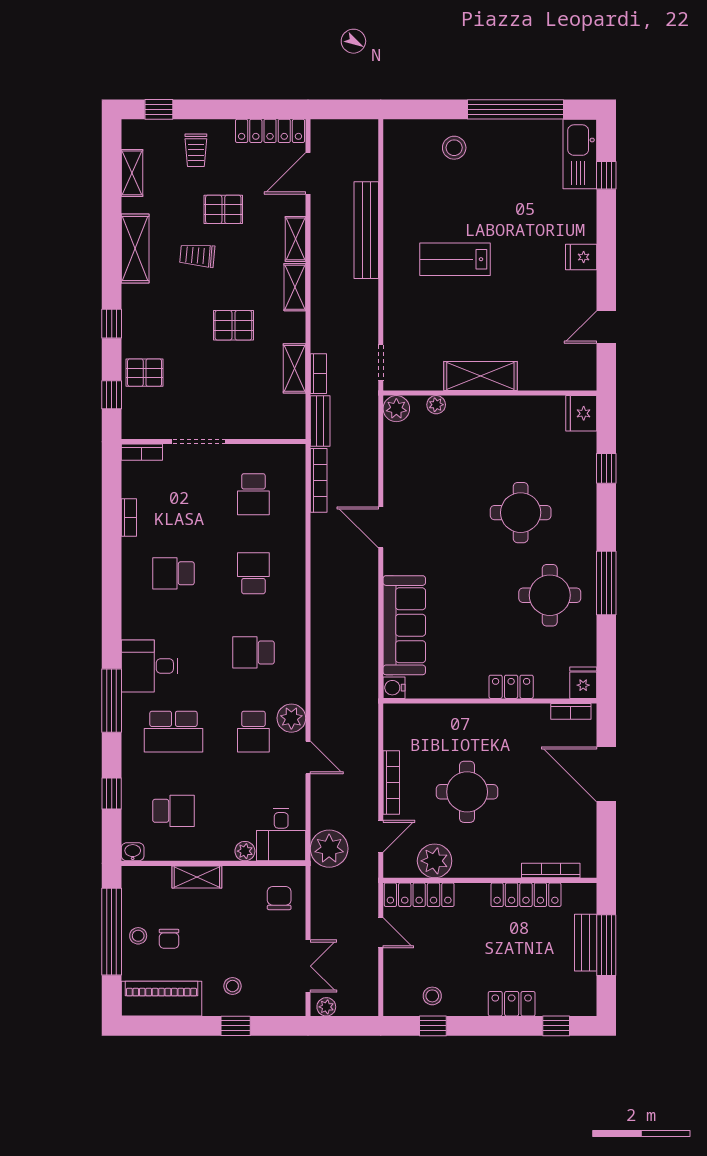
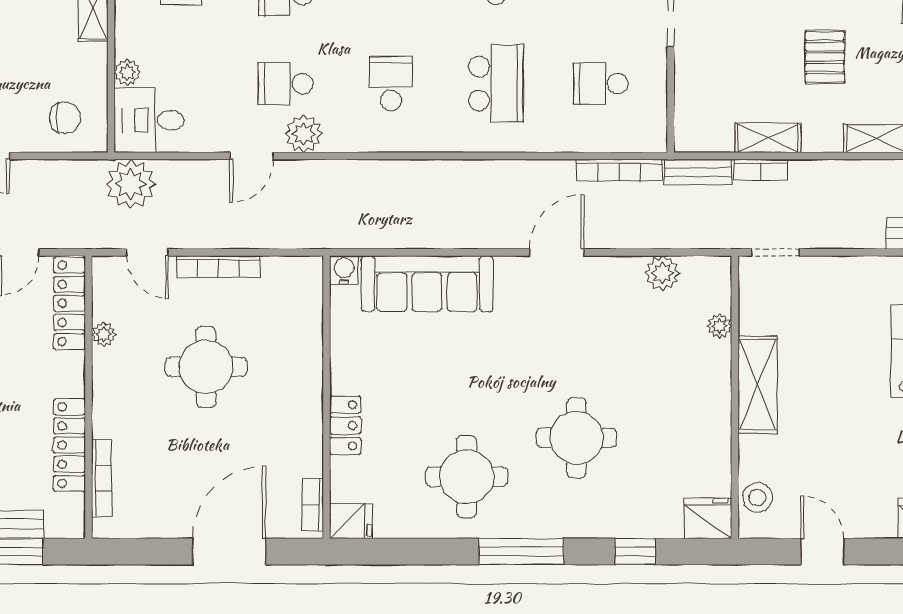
stool: (566, 376) -> (757, 498), added
plant: (396, 409) -> (662, 273), moved
school desk: (253, 573) -> (496, 84), width x1.85
window: (606, 583) -> (521, 552), moved
plant: (435, 861) -> (104, 334), width x0.53, depth x0.53

